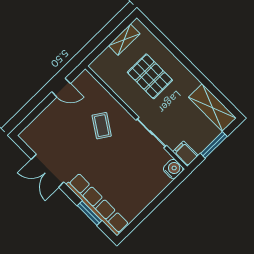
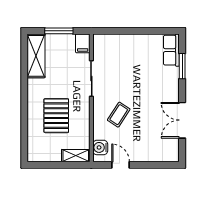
shelving: (124, 40) -> (76, 156), moved
water cooler: (173, 169) -> (100, 147), moved
double door: (47, 171) -> (182, 120), swing flipped
row of seats: (98, 204) -> (171, 50), width x0.50

